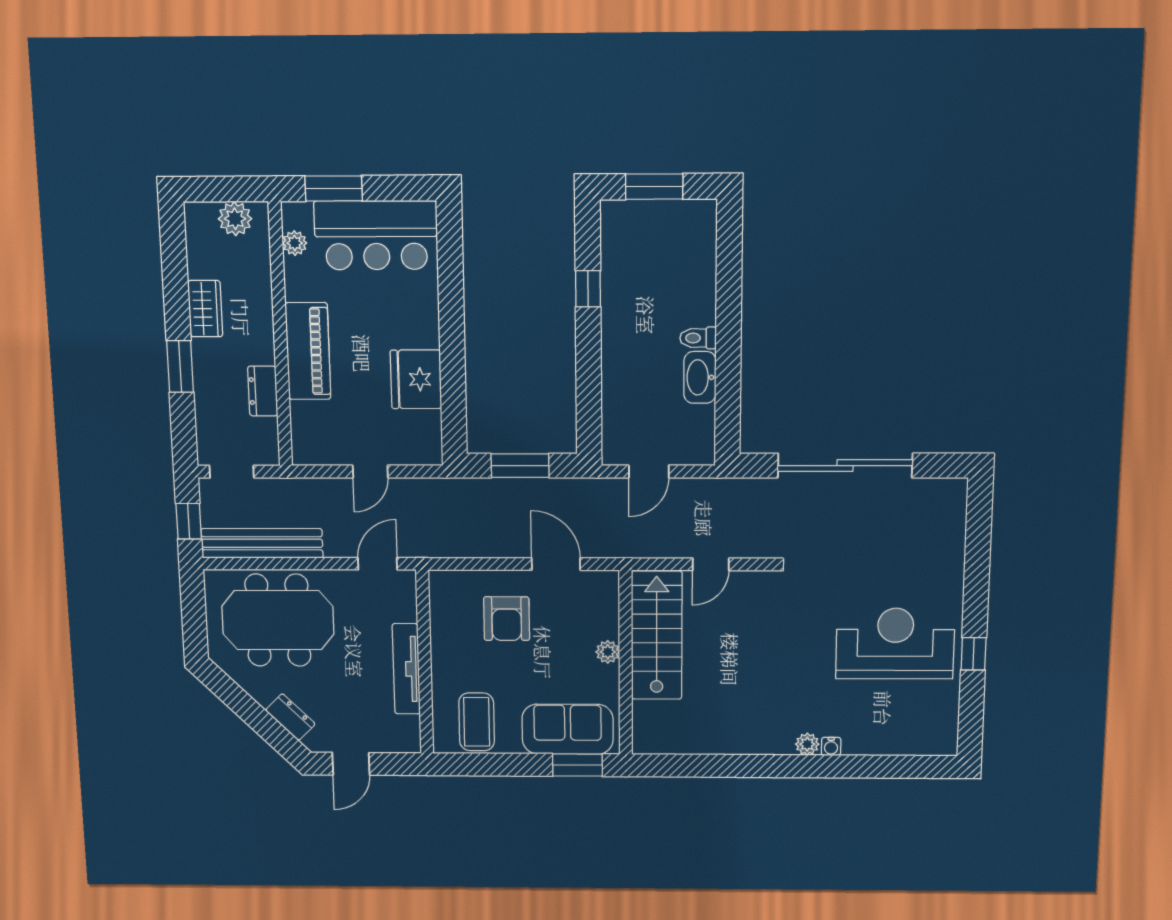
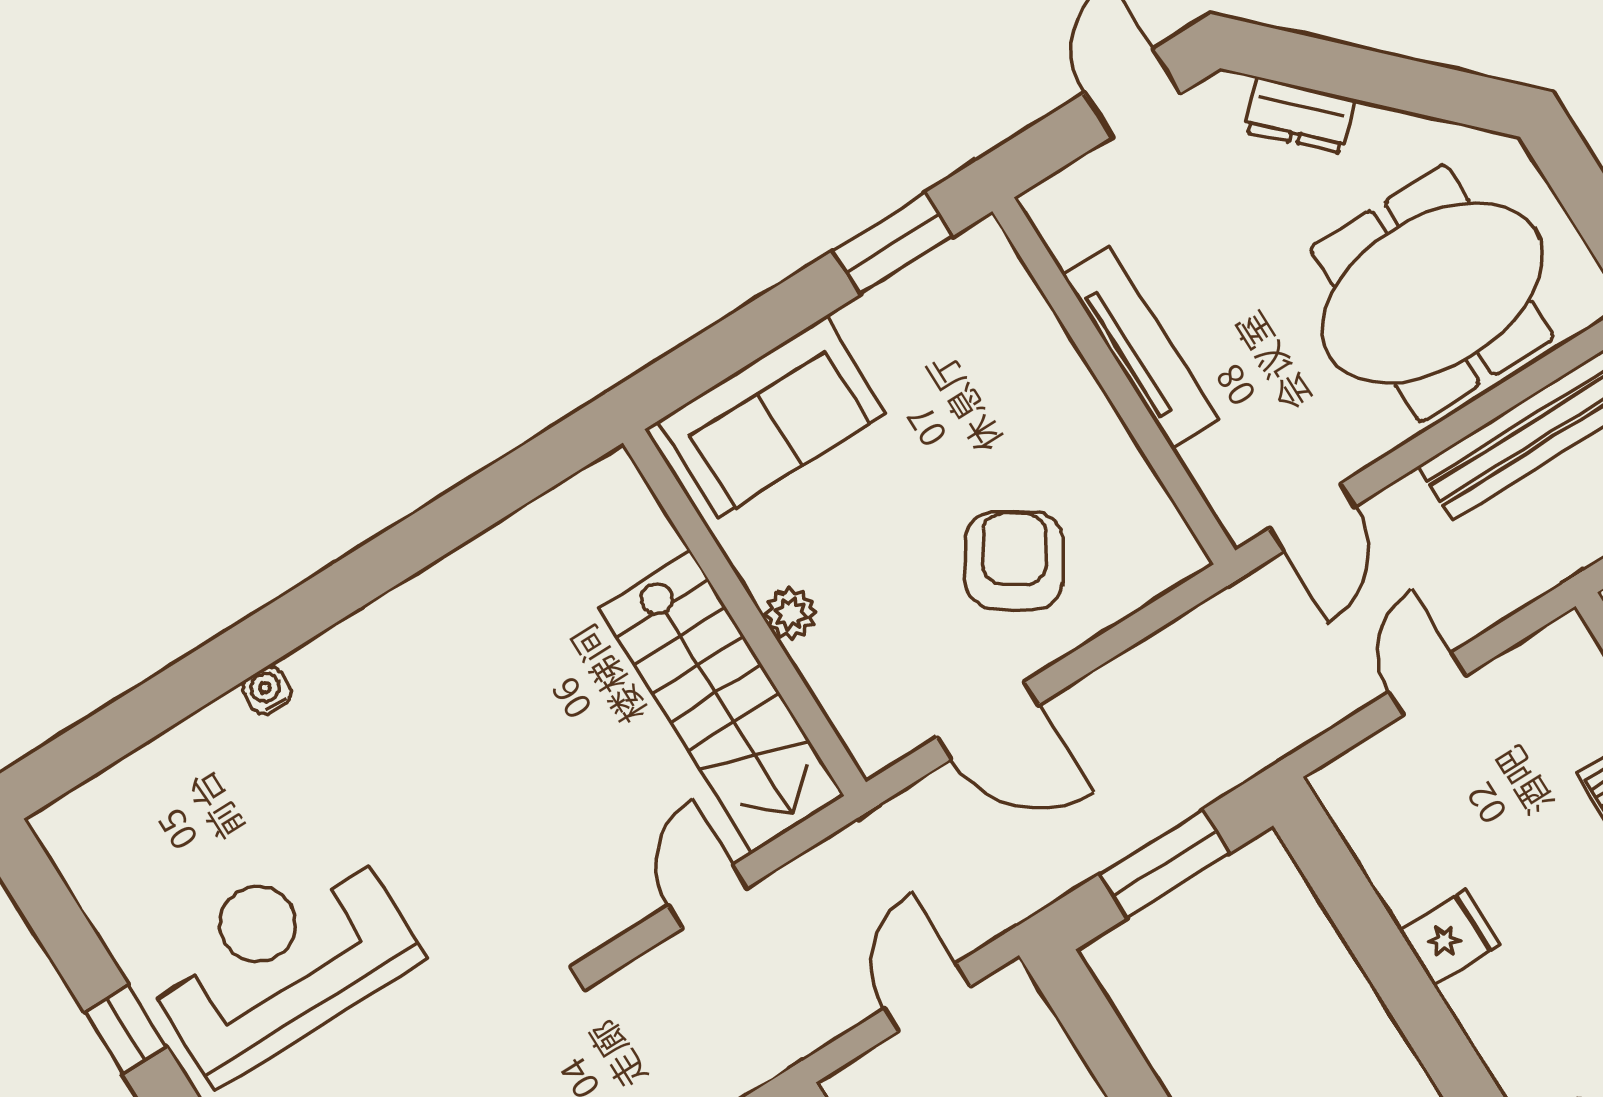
fridge: (416, 379) -> (1450, 937), width x0.53, depth x0.75
armchair: (507, 619) -> (1014, 561), turned 33
reception desk: (895, 644) -> (279, 959), turned 180
coffee table: (477, 722) -> (949, 325), removed
plant: (807, 744) -> (313, 667), removed
window: (577, 765) -> (893, 243), moved

